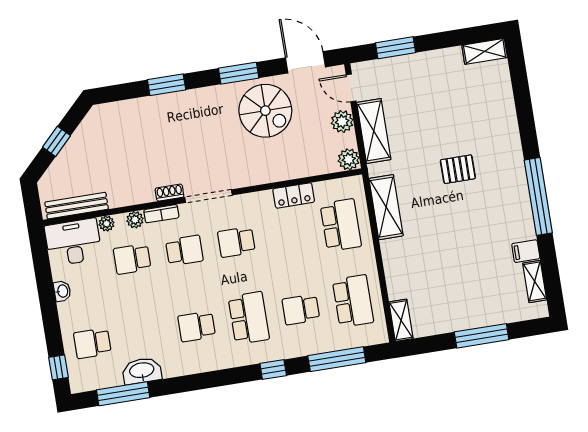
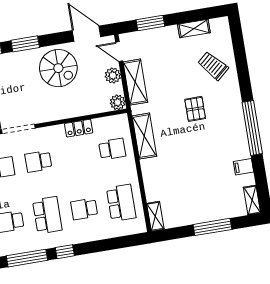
shelving: (485, 51) -> (194, 29), moved
window: (239, 73) -> (25, 44), moved
trolley: (483, 109) -> (213, 66), added
pallet: (458, 169) -> (195, 109), turned 90
school desk: (341, 225) -> (112, 149), width x0.54
shelving: (535, 281) -> (252, 200), moved
window: (337, 359) -> (27, 258), moved

